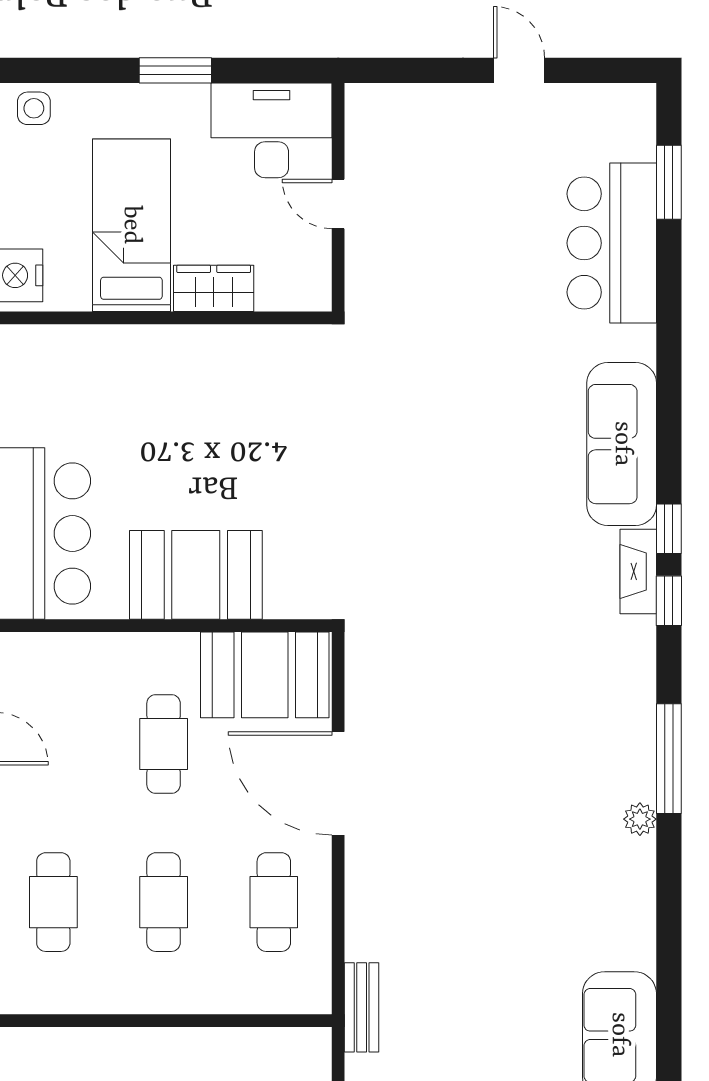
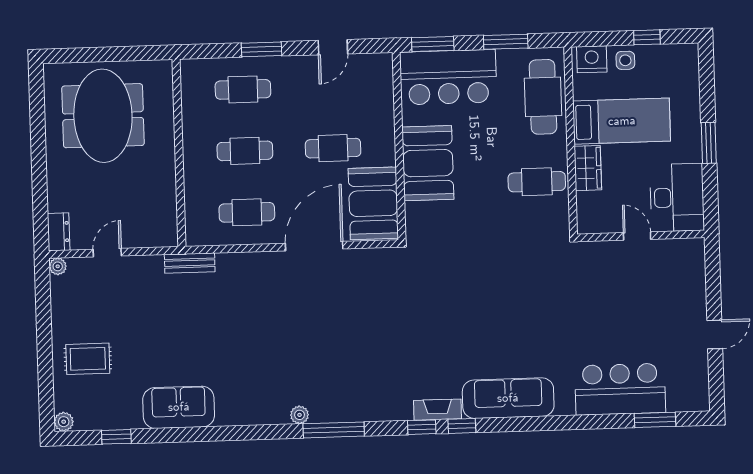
side table: (34, 108) -> (625, 60), moved
door: (338, 204) -> (637, 236), hinge flipped
cafe table: (84, 365) -> (543, 97), added
cafe table: (235, 381) -> (537, 182), added

